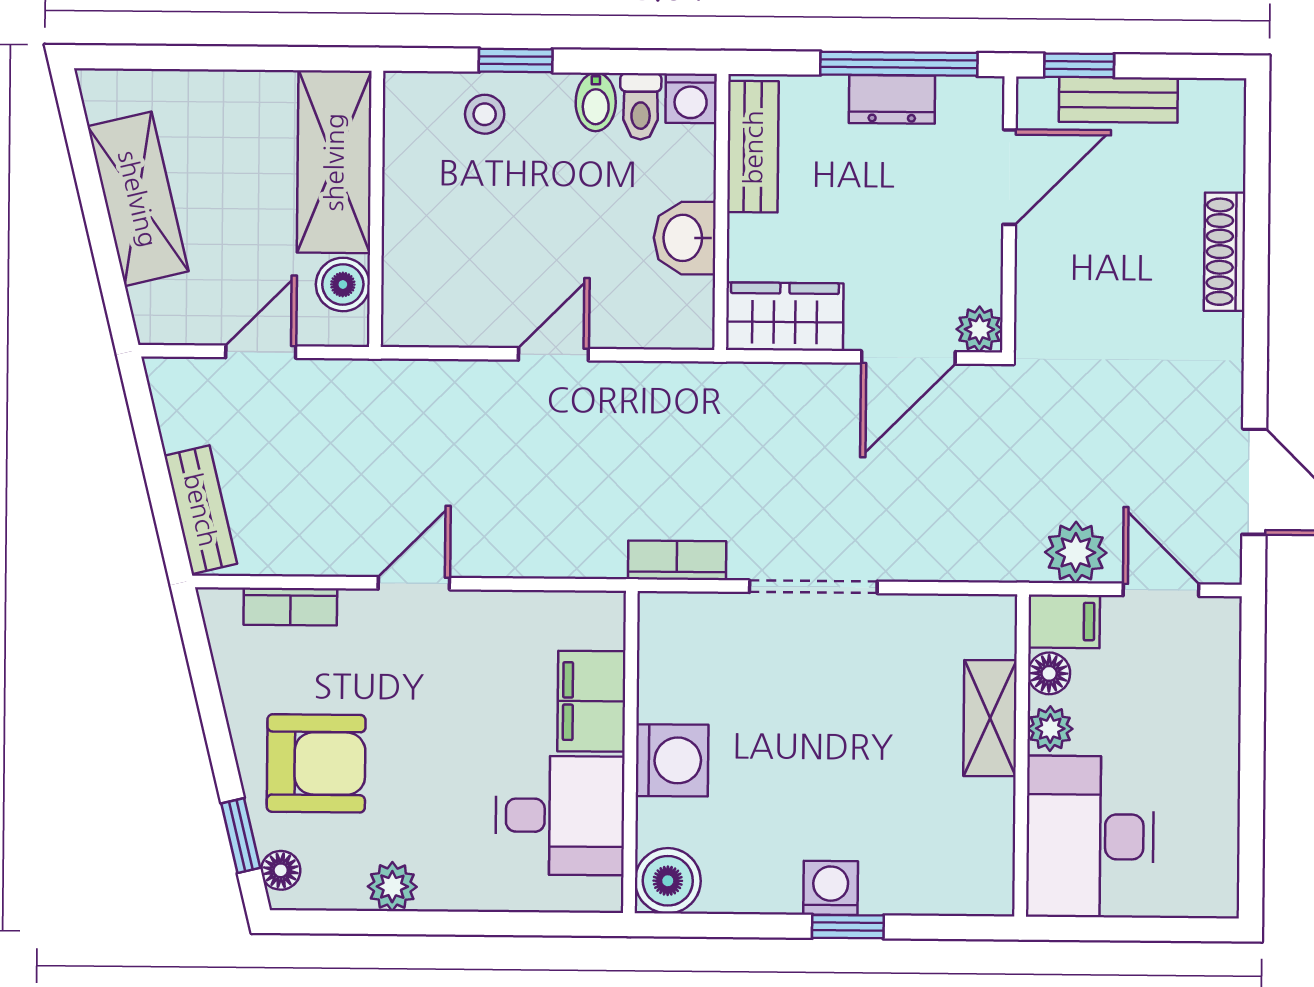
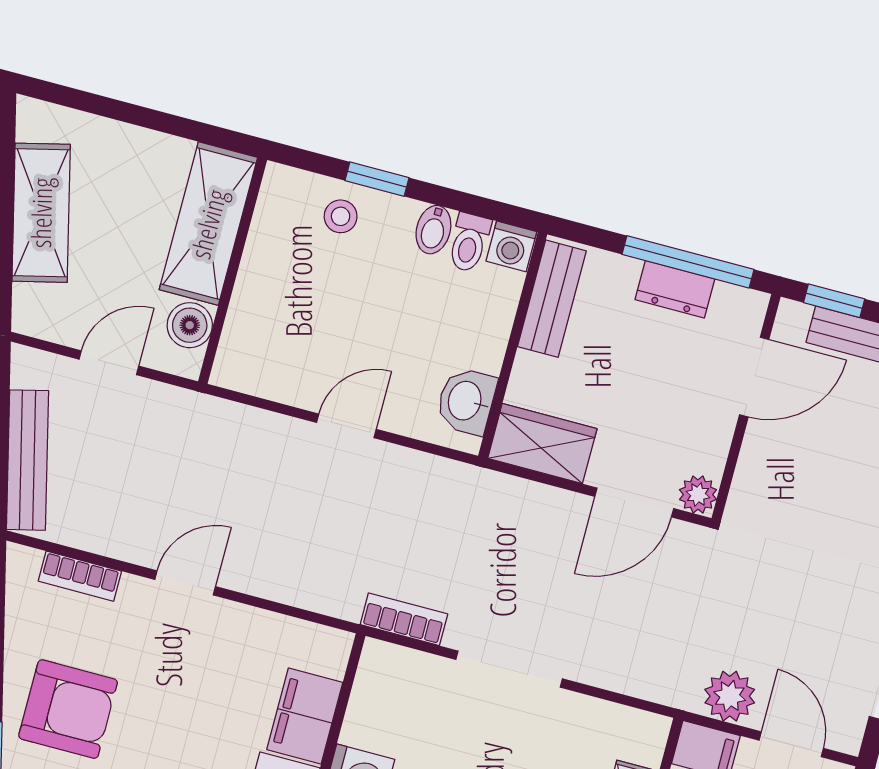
washbasin: (685, 238) -> (466, 401), moved
bench: (201, 510) -> (27, 460), width x1.36

